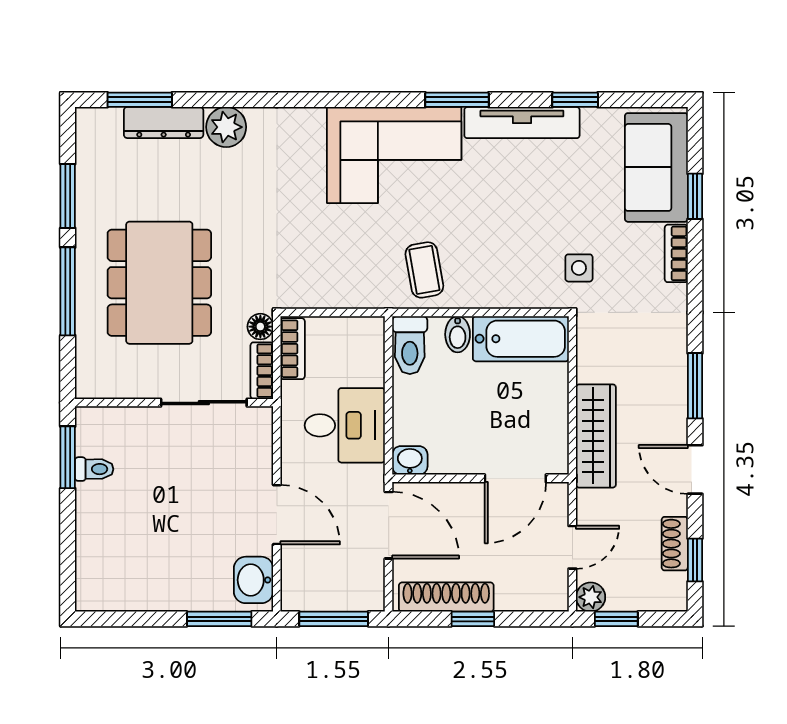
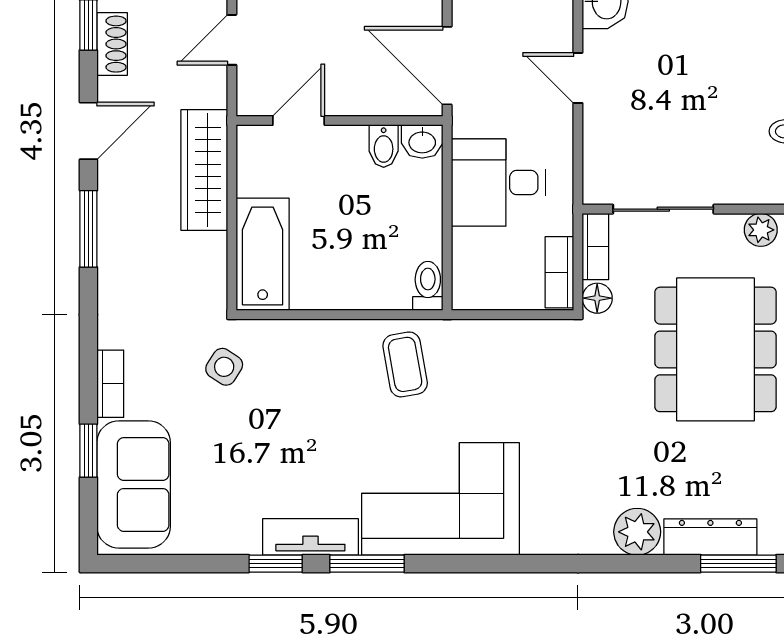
window: (575, 100) -> (276, 564), moved
tv unit: (522, 123) -> (310, 537), width x0.71
side table: (579, 268) -> (224, 367), turned 33
bidet: (458, 334) -> (384, 146), moved, turned 180
bathtub: (521, 339) -> (263, 254), moved, turned 90
toilet: (410, 345) -> (428, 286), width x0.73, depth x0.72
plant: (121, 385) -> (761, 230), added
door: (695, 469) -> (88, 131), hinge flipped
door: (515, 478) -> (299, 120), width x0.73
door: (277, 515) -> (578, 78), width x0.73

